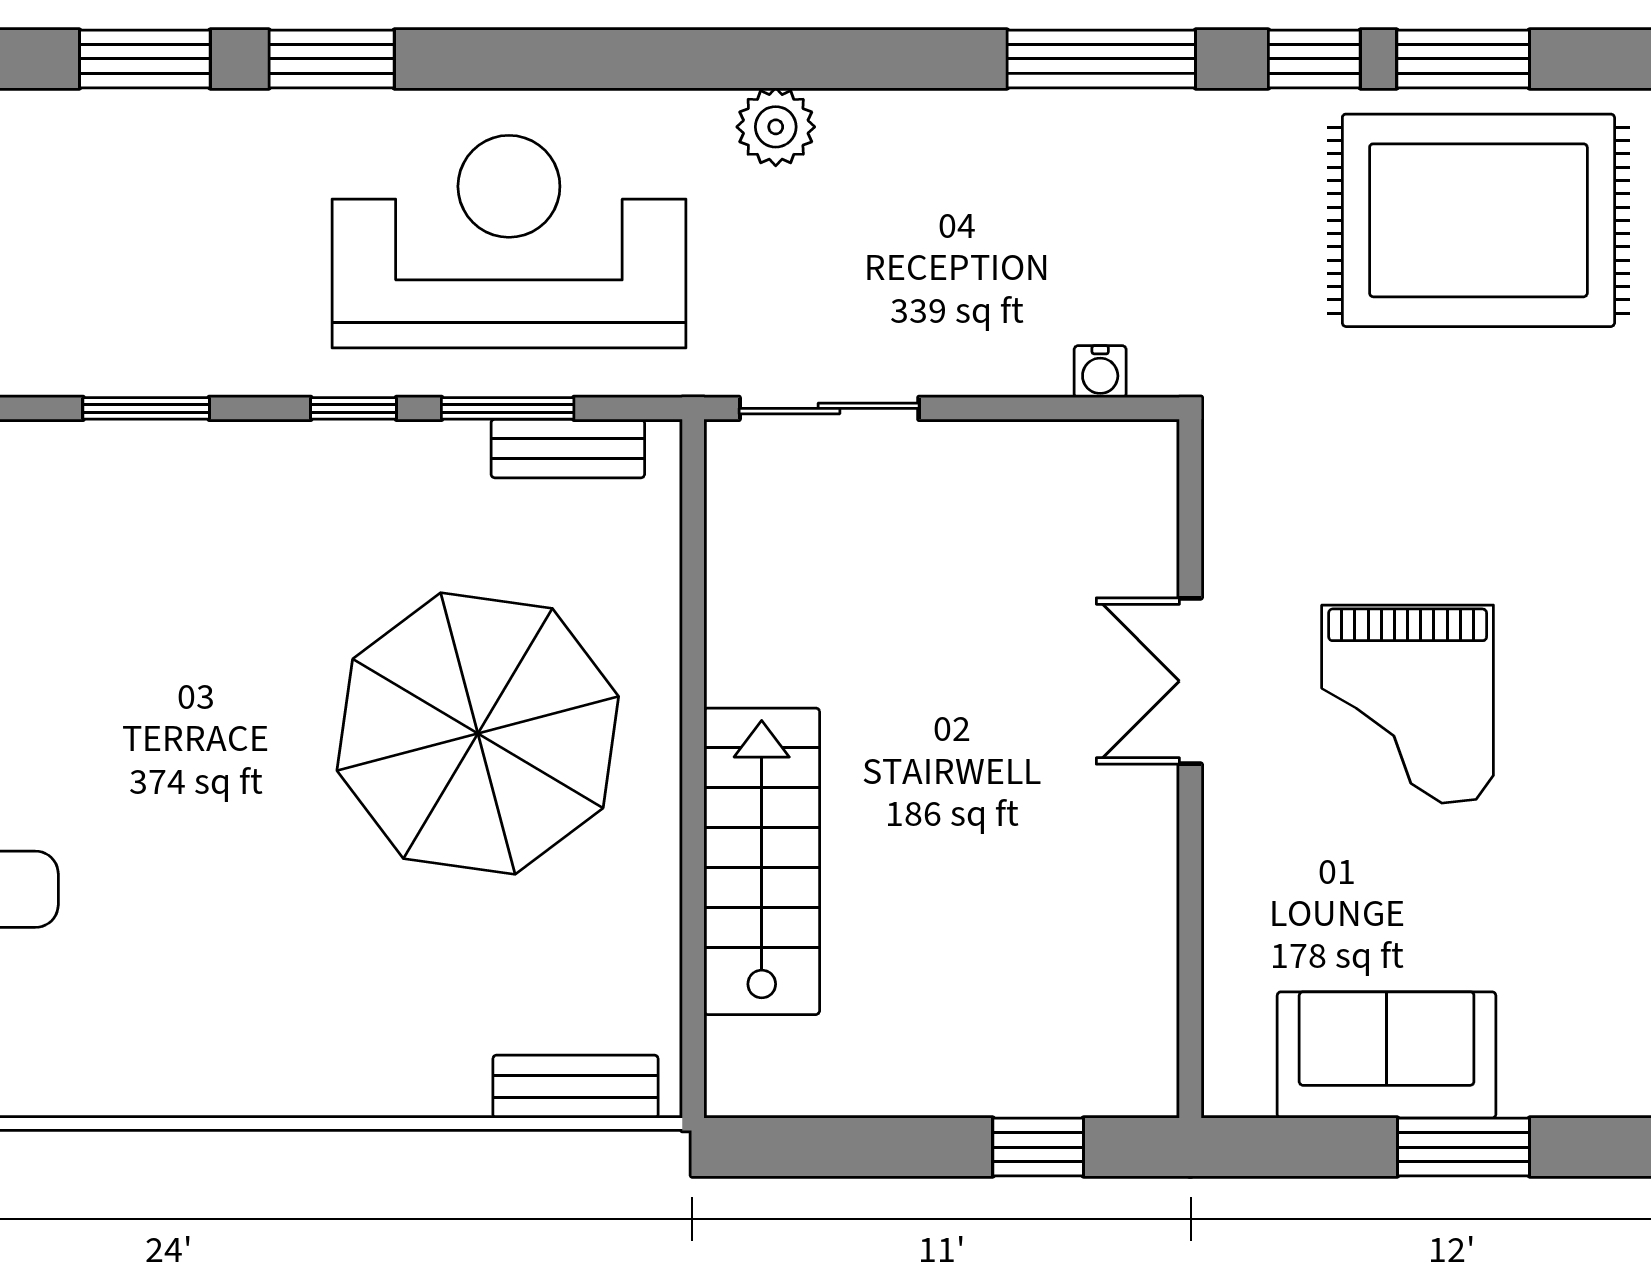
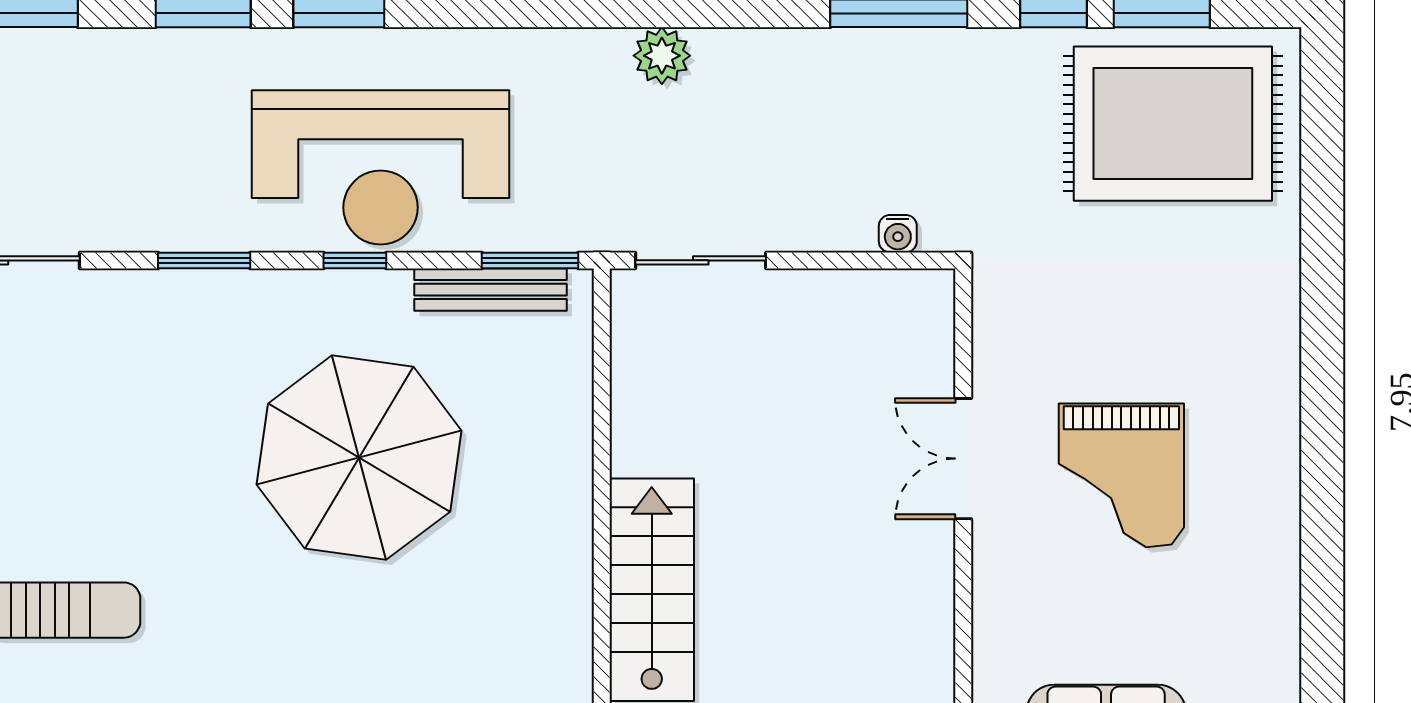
reception desk: (509, 242) -> (381, 167), moved, turned 180
window: (508, 408) -> (530, 260), moved
bench: (568, 449) -> (490, 290), width x1.36
parasol: (478, 734) -> (359, 458), moved

